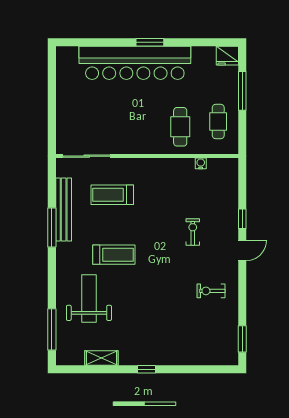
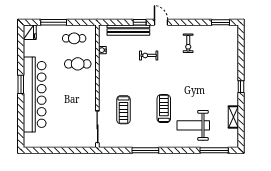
bench: (64, 210) -> (128, 30), moved

